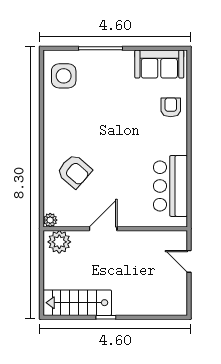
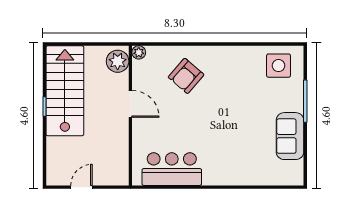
sofa: (159, 64) -> (290, 136), moved
armchair: (171, 107) -> (248, 169), removed
door: (189, 261) -> (81, 187), moved
stairs: (77, 303) -> (65, 91), width x1.36, depth x1.51

